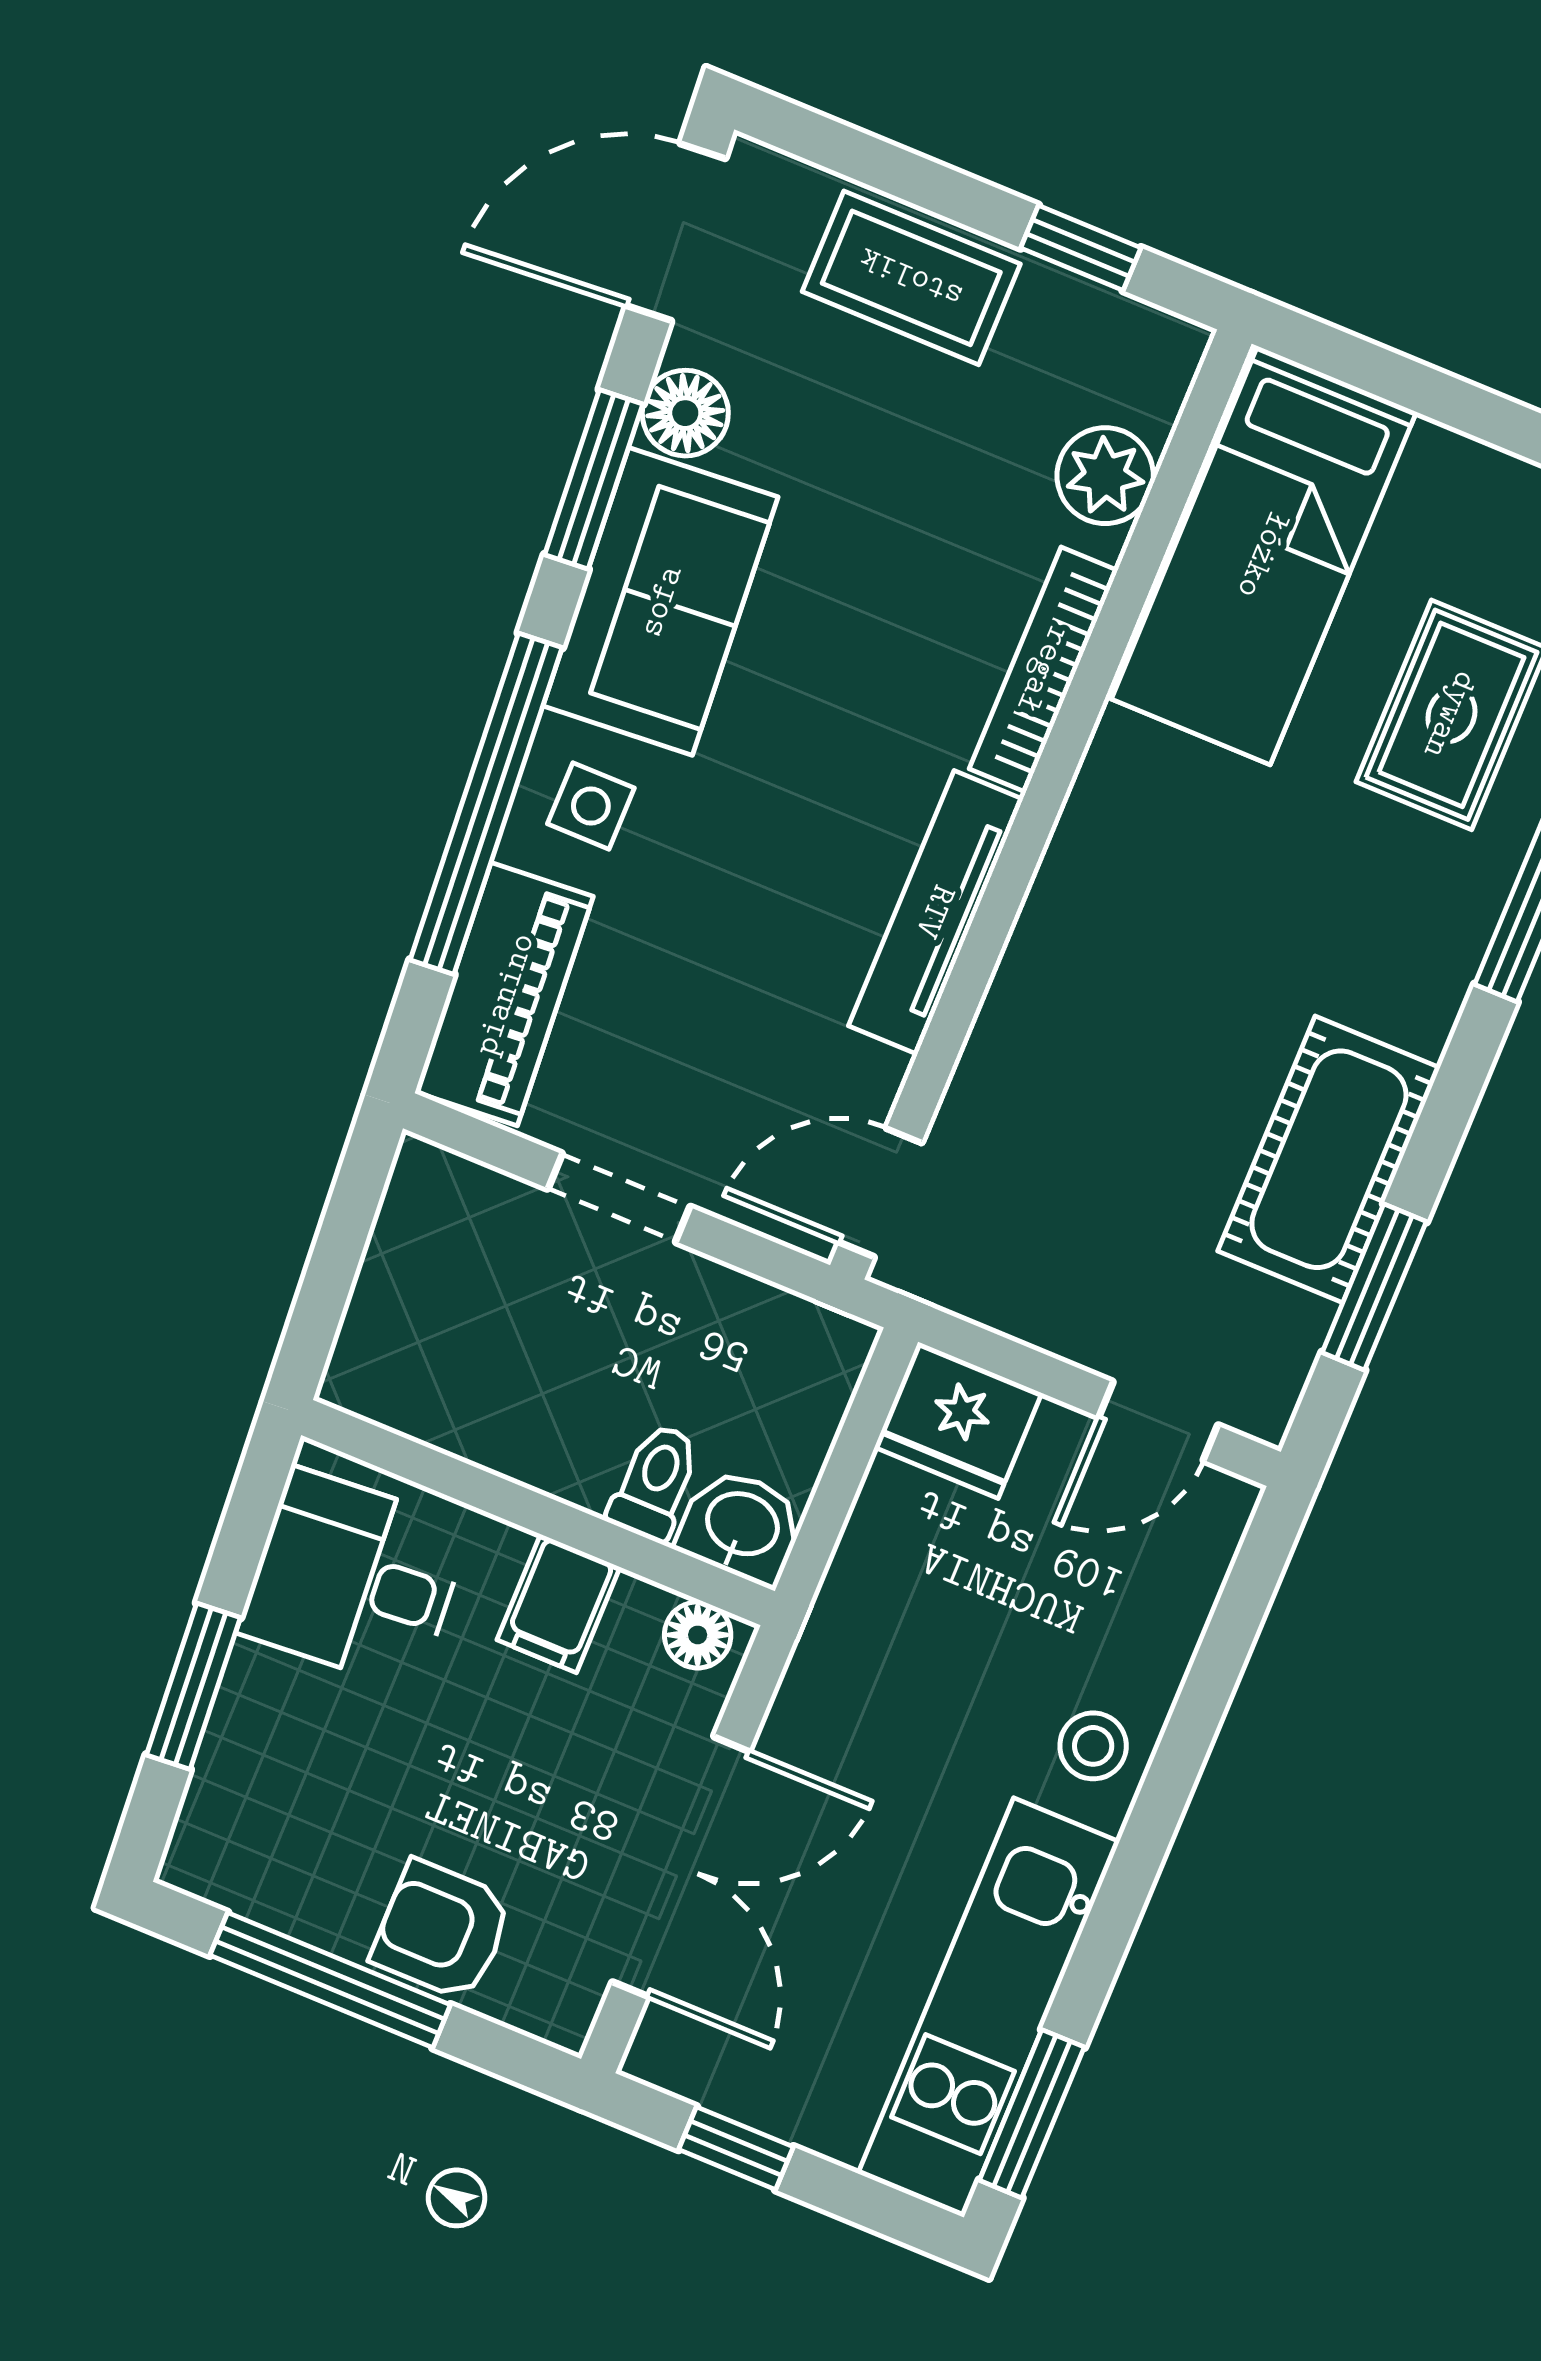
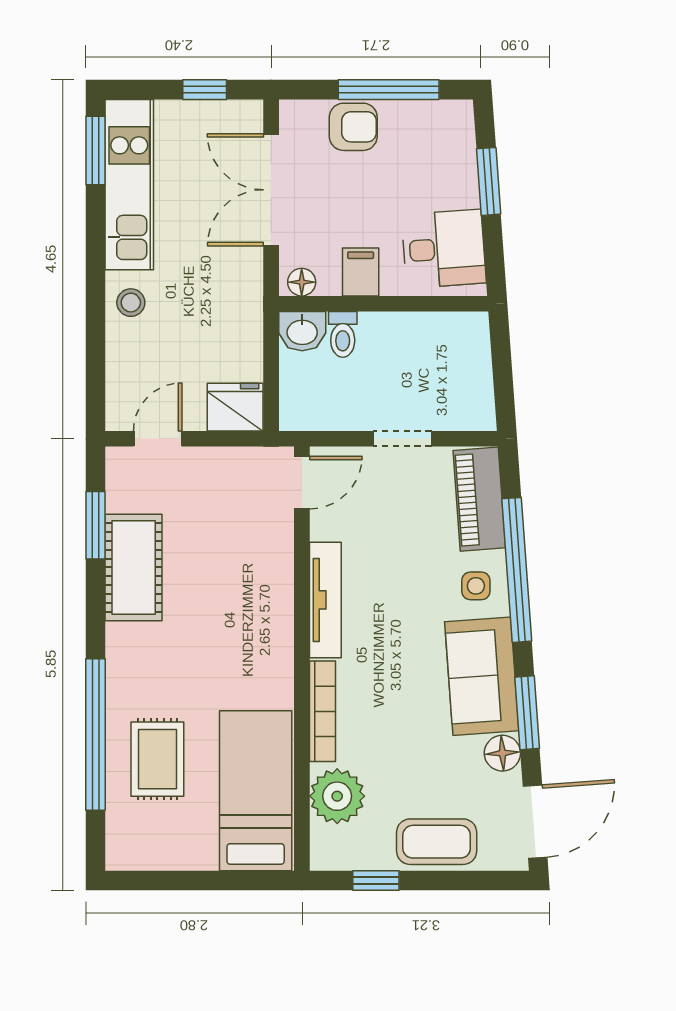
plant: (1105, 476) -> (337, 796), width x1.36, depth x1.36

